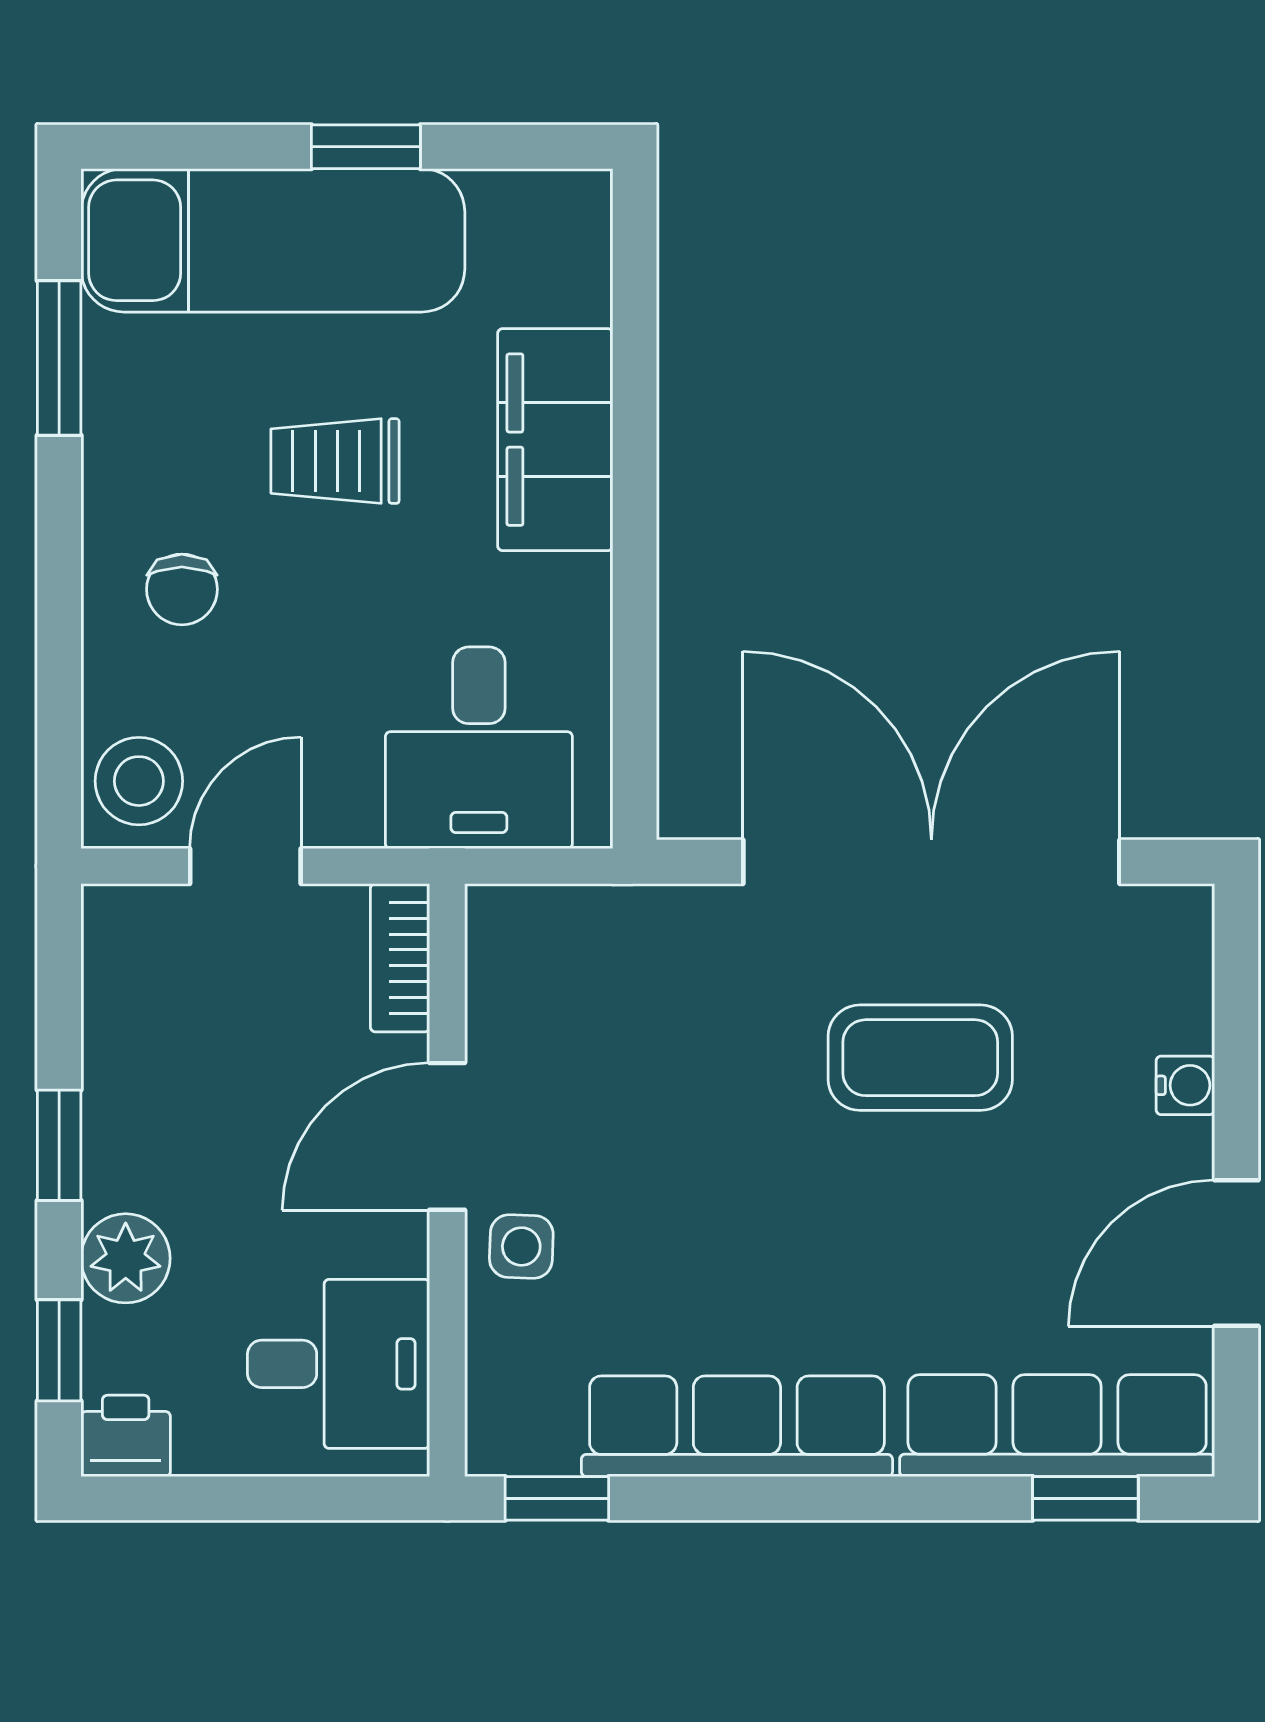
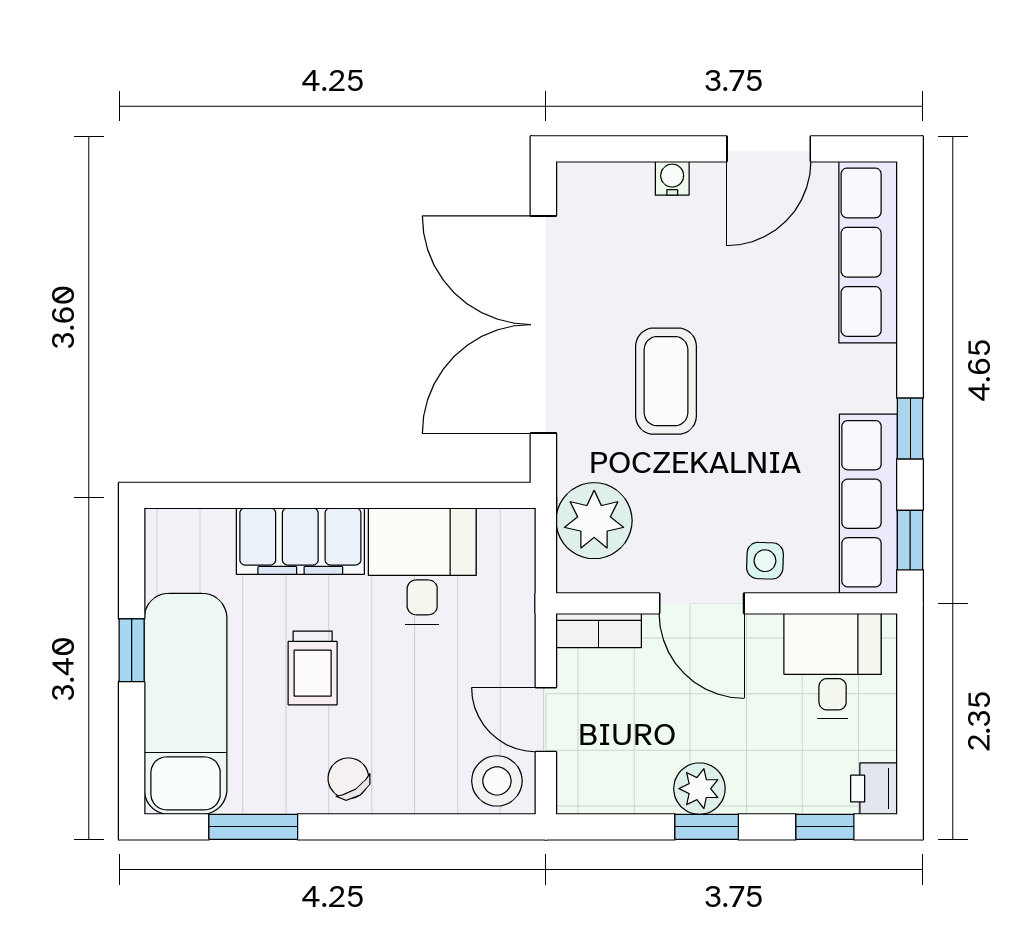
chair: (182, 589) -> (348, 778), moved, turned -124
desk: (479, 748) -> (422, 566), moved, turned -90
plant: (591, 950) -> (594, 521), added
coffee table: (920, 1058) -> (666, 381), moved
door: (1236, 1253) -> (769, 149), hinge flipped
plant: (126, 1258) -> (699, 789), moved
row of seats: (737, 1426) -> (868, 504), moved
window: (1085, 1498) -> (910, 428), moved

